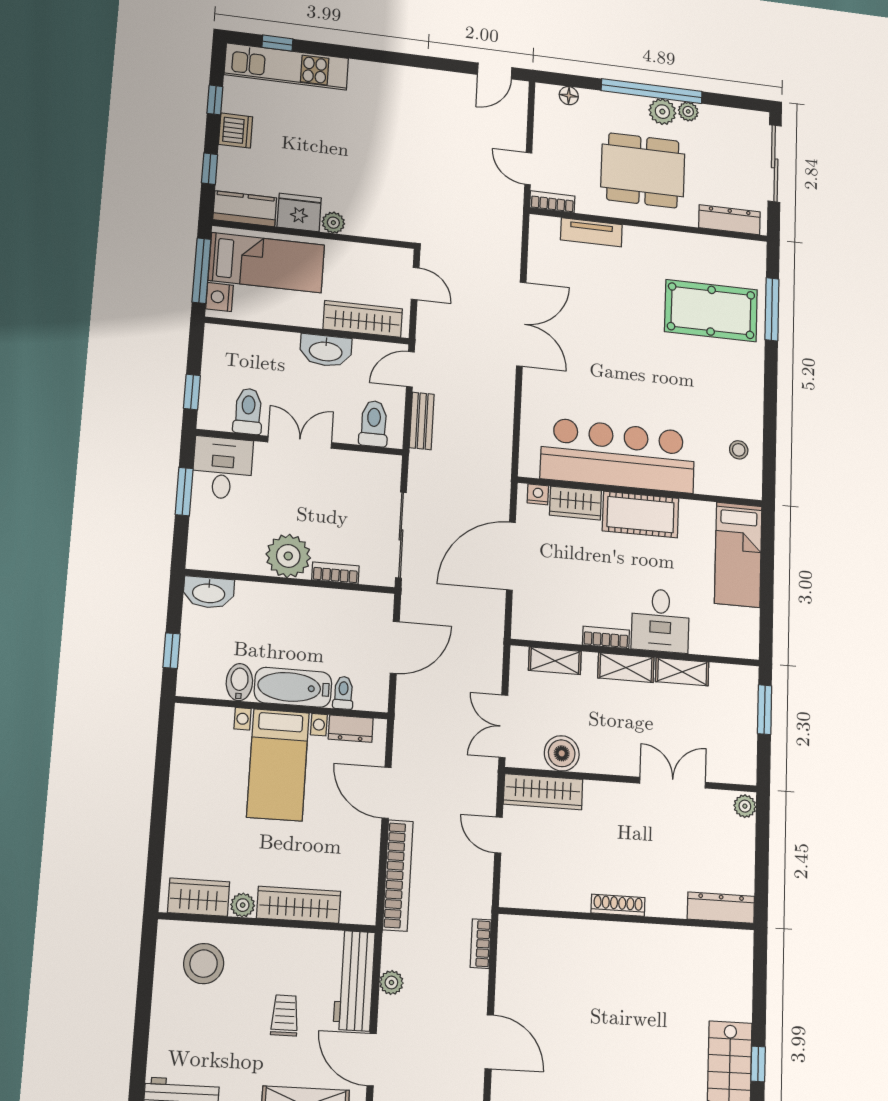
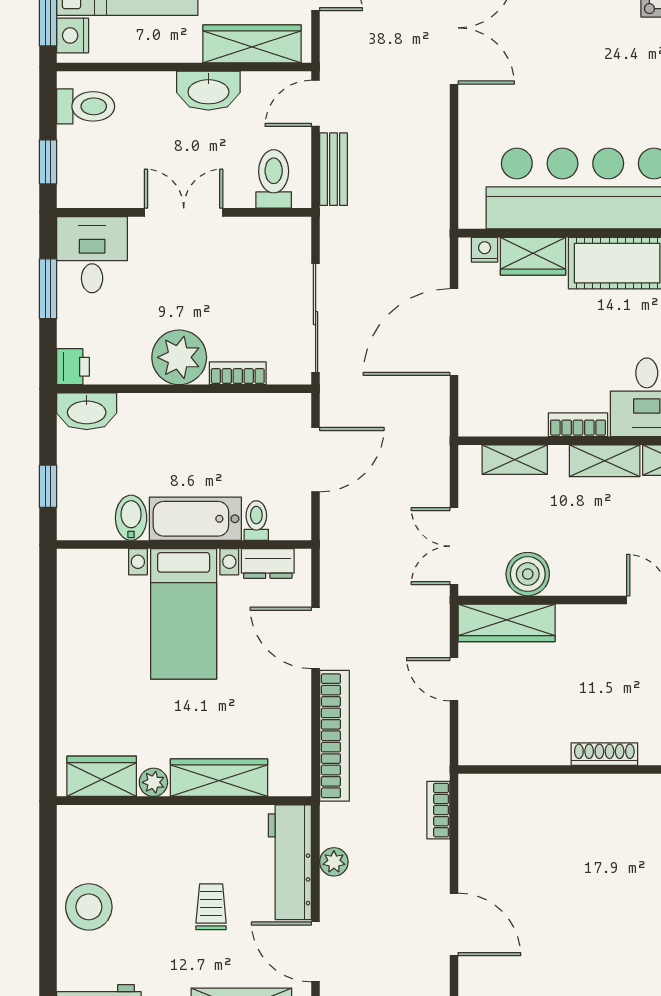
toilet: (248, 411) -> (86, 106), moved, turned 90
printer: (200, 556) -> (73, 367), added
stool: (204, 964) -> (89, 907), moved

